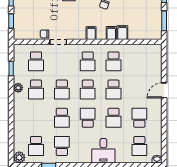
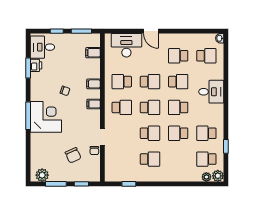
chair: (40, 13) -> (73, 155), added
filing cabinet: (122, 33) -> (93, 53), moved
school desk: (36, 61) -> (122, 159), removed
school desk: (114, 61) -> (122, 82), turned 180
desk: (150, 66) -> (126, 45), added
plant: (18, 88) -> (206, 177), moved
school desk: (62, 118) -> (178, 133), turned 180
school desk: (36, 146) -> (206, 159), turned 180

